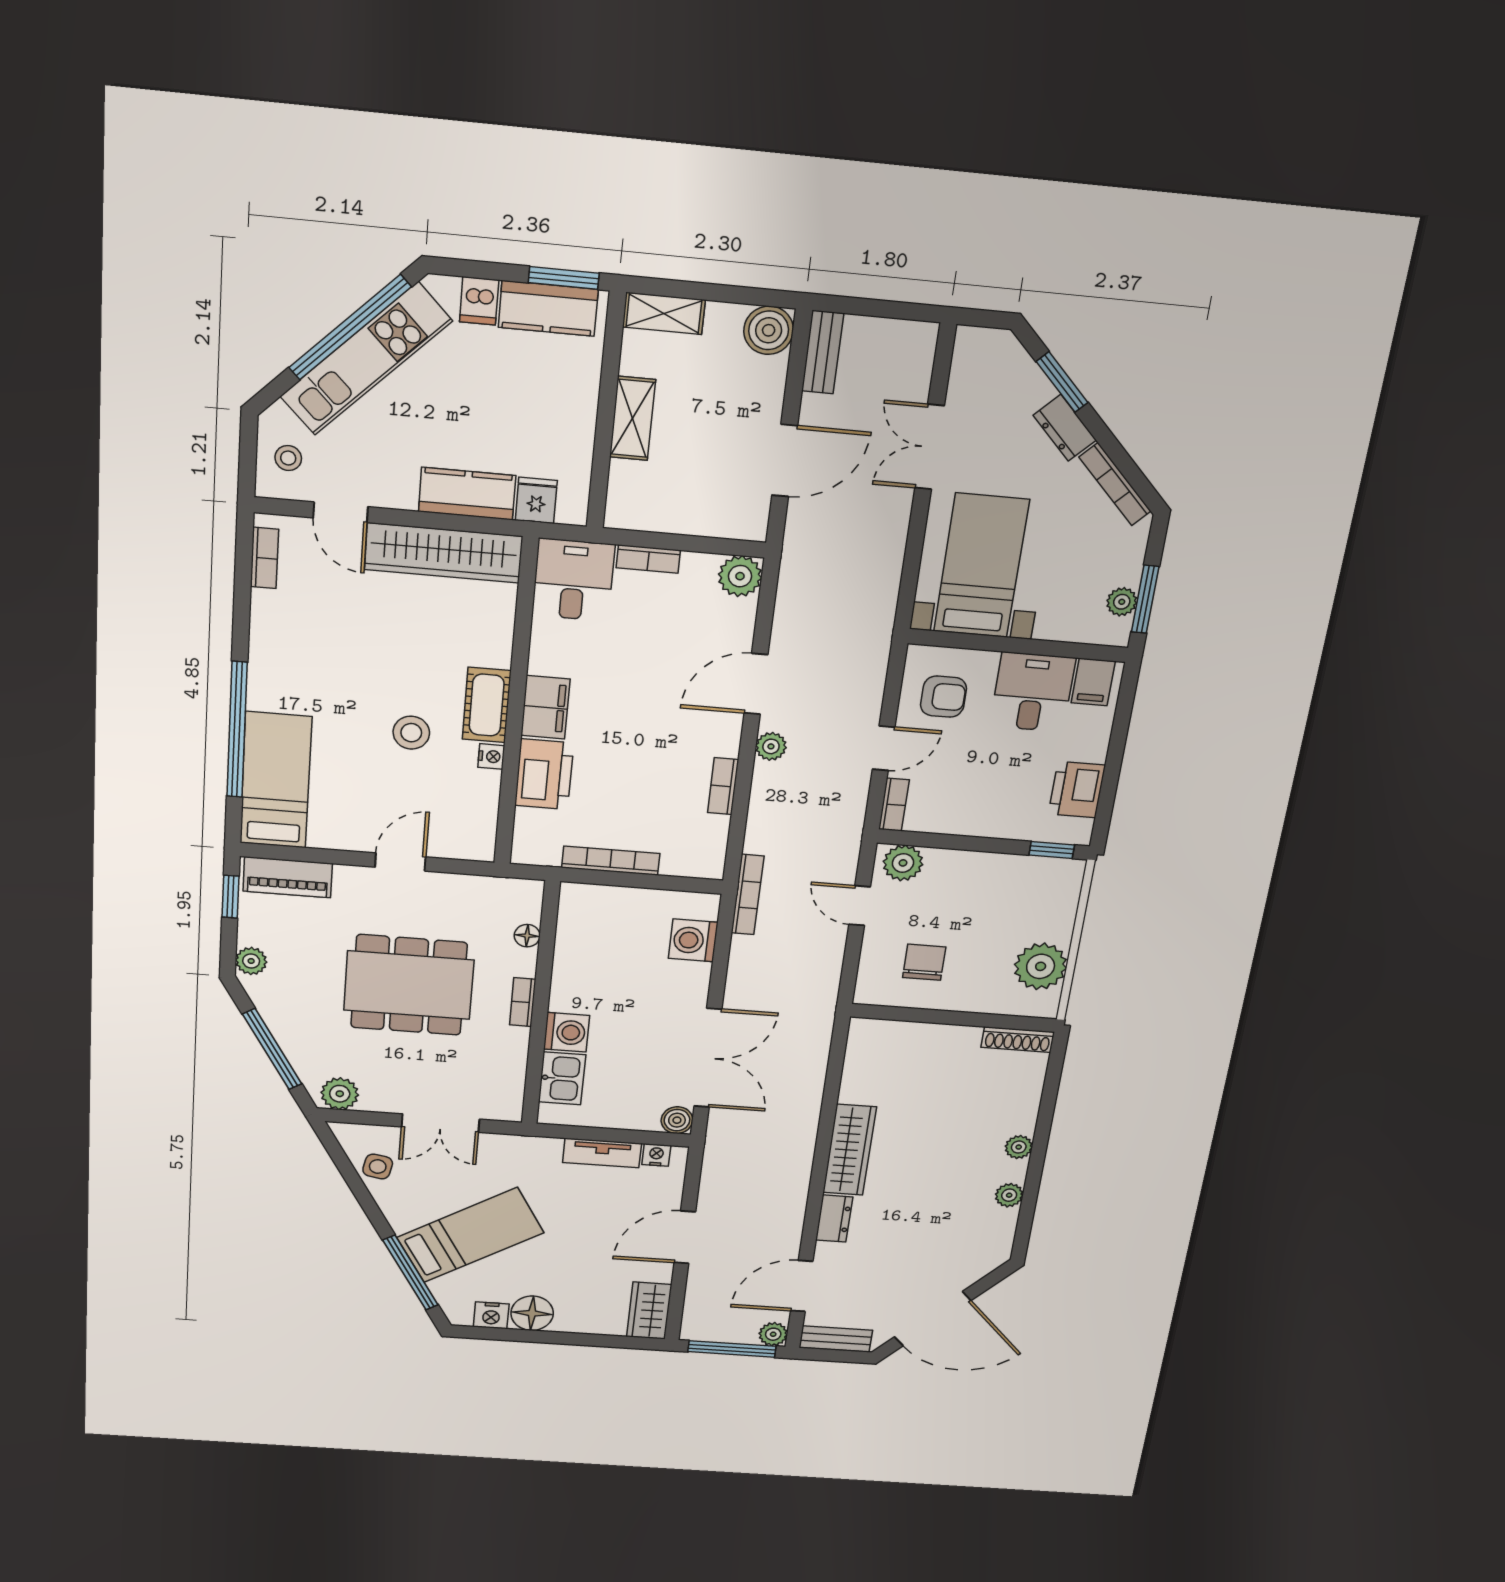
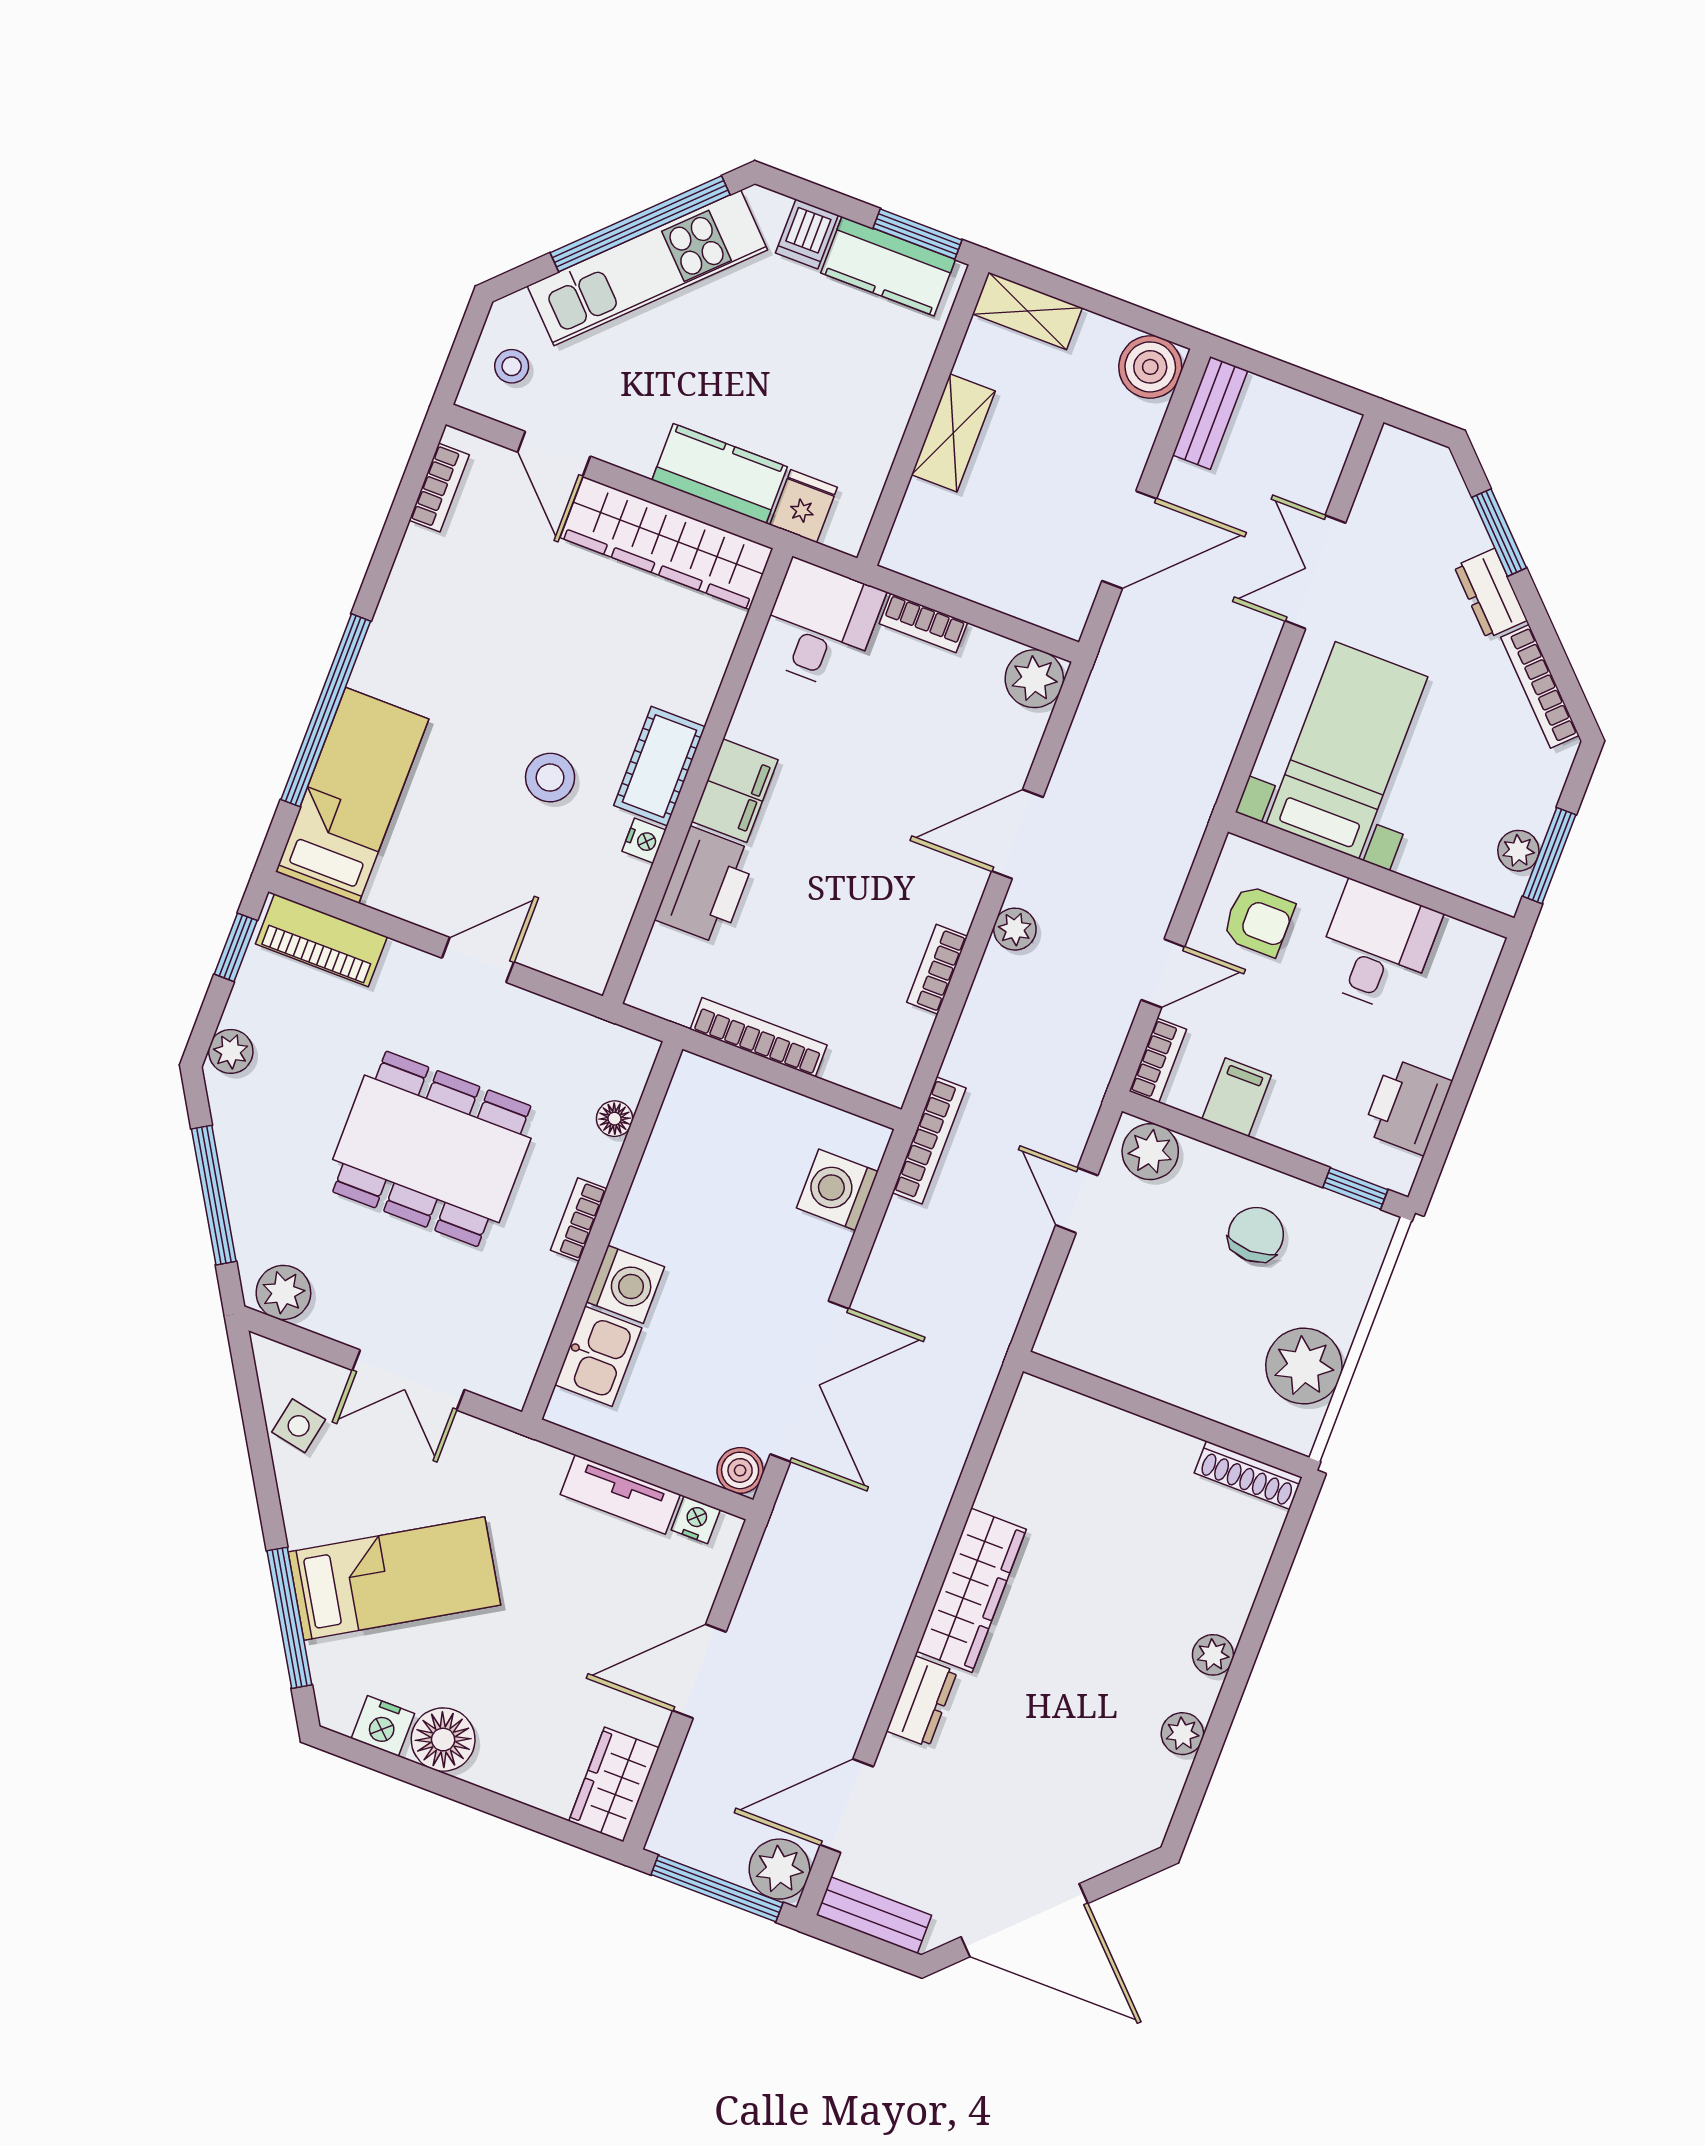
filing cabinet: (1093, 682) -> (1237, 1097), moved, turned 180
chair: (924, 962) -> (1256, 1235), moved
plant: (773, 1334) -> (779, 1869), width x1.38, depth x1.38

